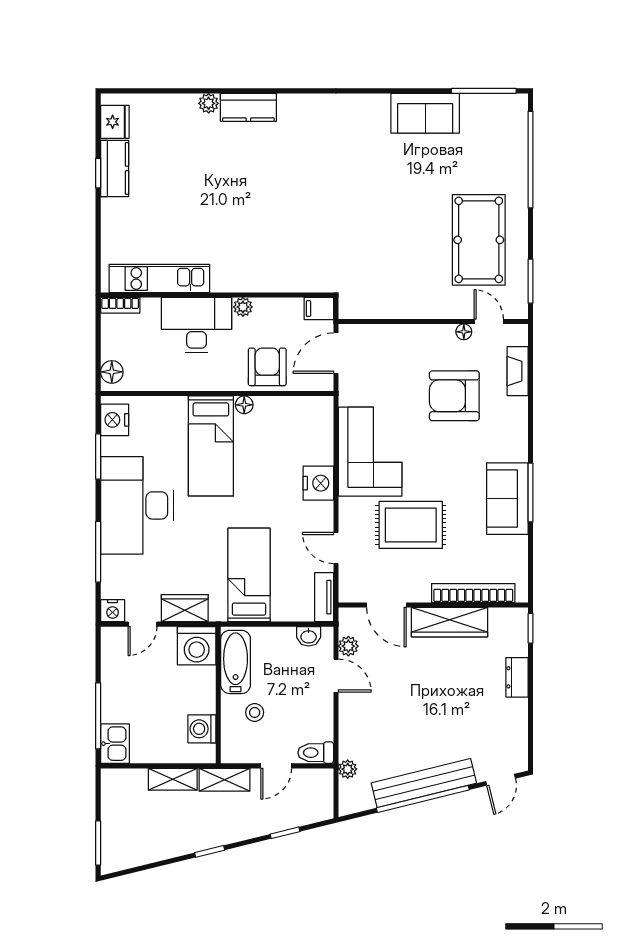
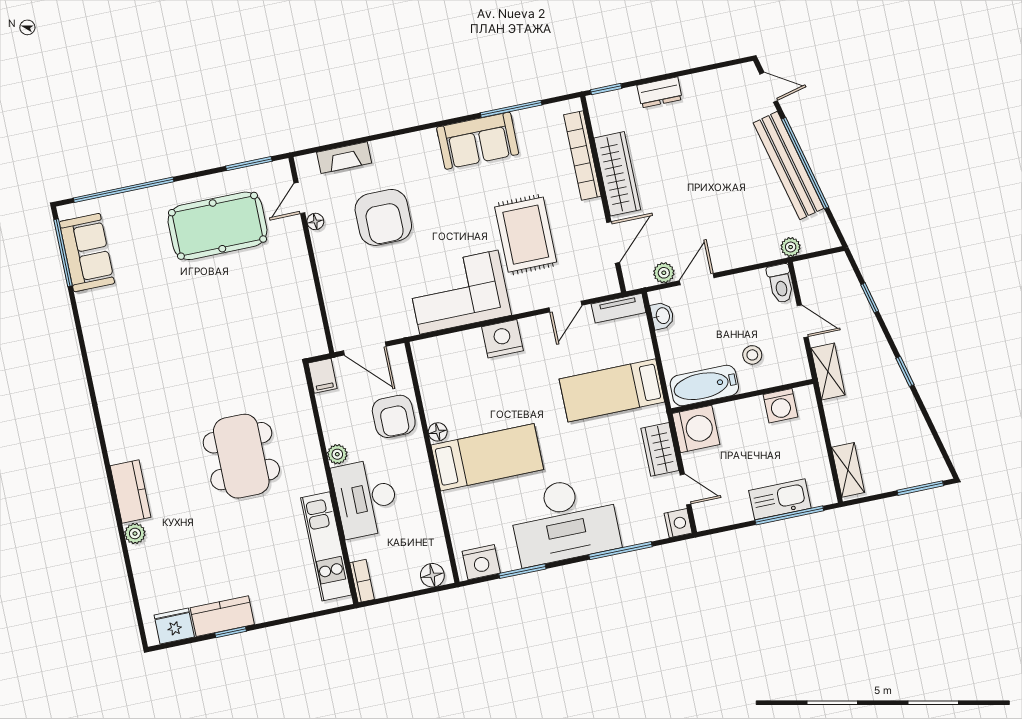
sofa: (425, 113) -> (87, 253), moved
dining table: (260, 217) -> (241, 456), added
armchair: (267, 367) -> (394, 416), turned -90
window: (531, 493) -> (511, 109), moved
kitchen sink: (115, 744) -> (780, 499), moved, width x1.38
shelving: (173, 779) -> (848, 470), moved

